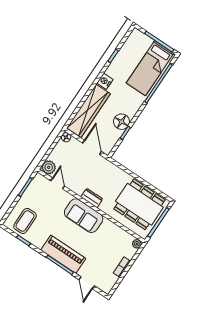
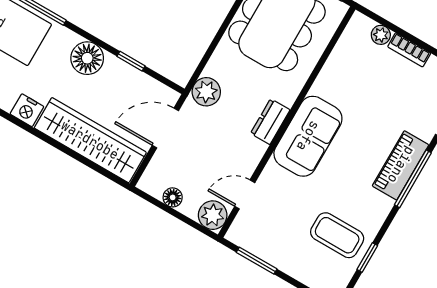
floor lamp: (121, 122) -> (87, 58), moved
floor lamp: (66, 137) -> (173, 197), moved
plant: (108, 168) -> (206, 92), added
coffee table: (25, 221) -> (337, 235), moved
plant: (137, 244) -> (381, 35), moved
piano: (63, 254) -> (401, 165), width x0.73, depth x0.75

